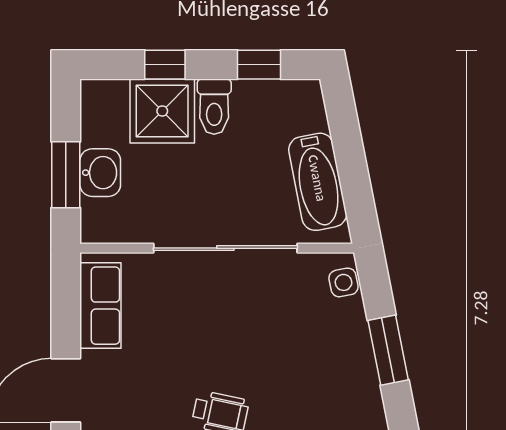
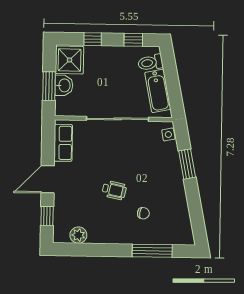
toilet: (214, 107) -> (150, 63), moved, turned 79
shower: (162, 111) -> (70, 60), moved

